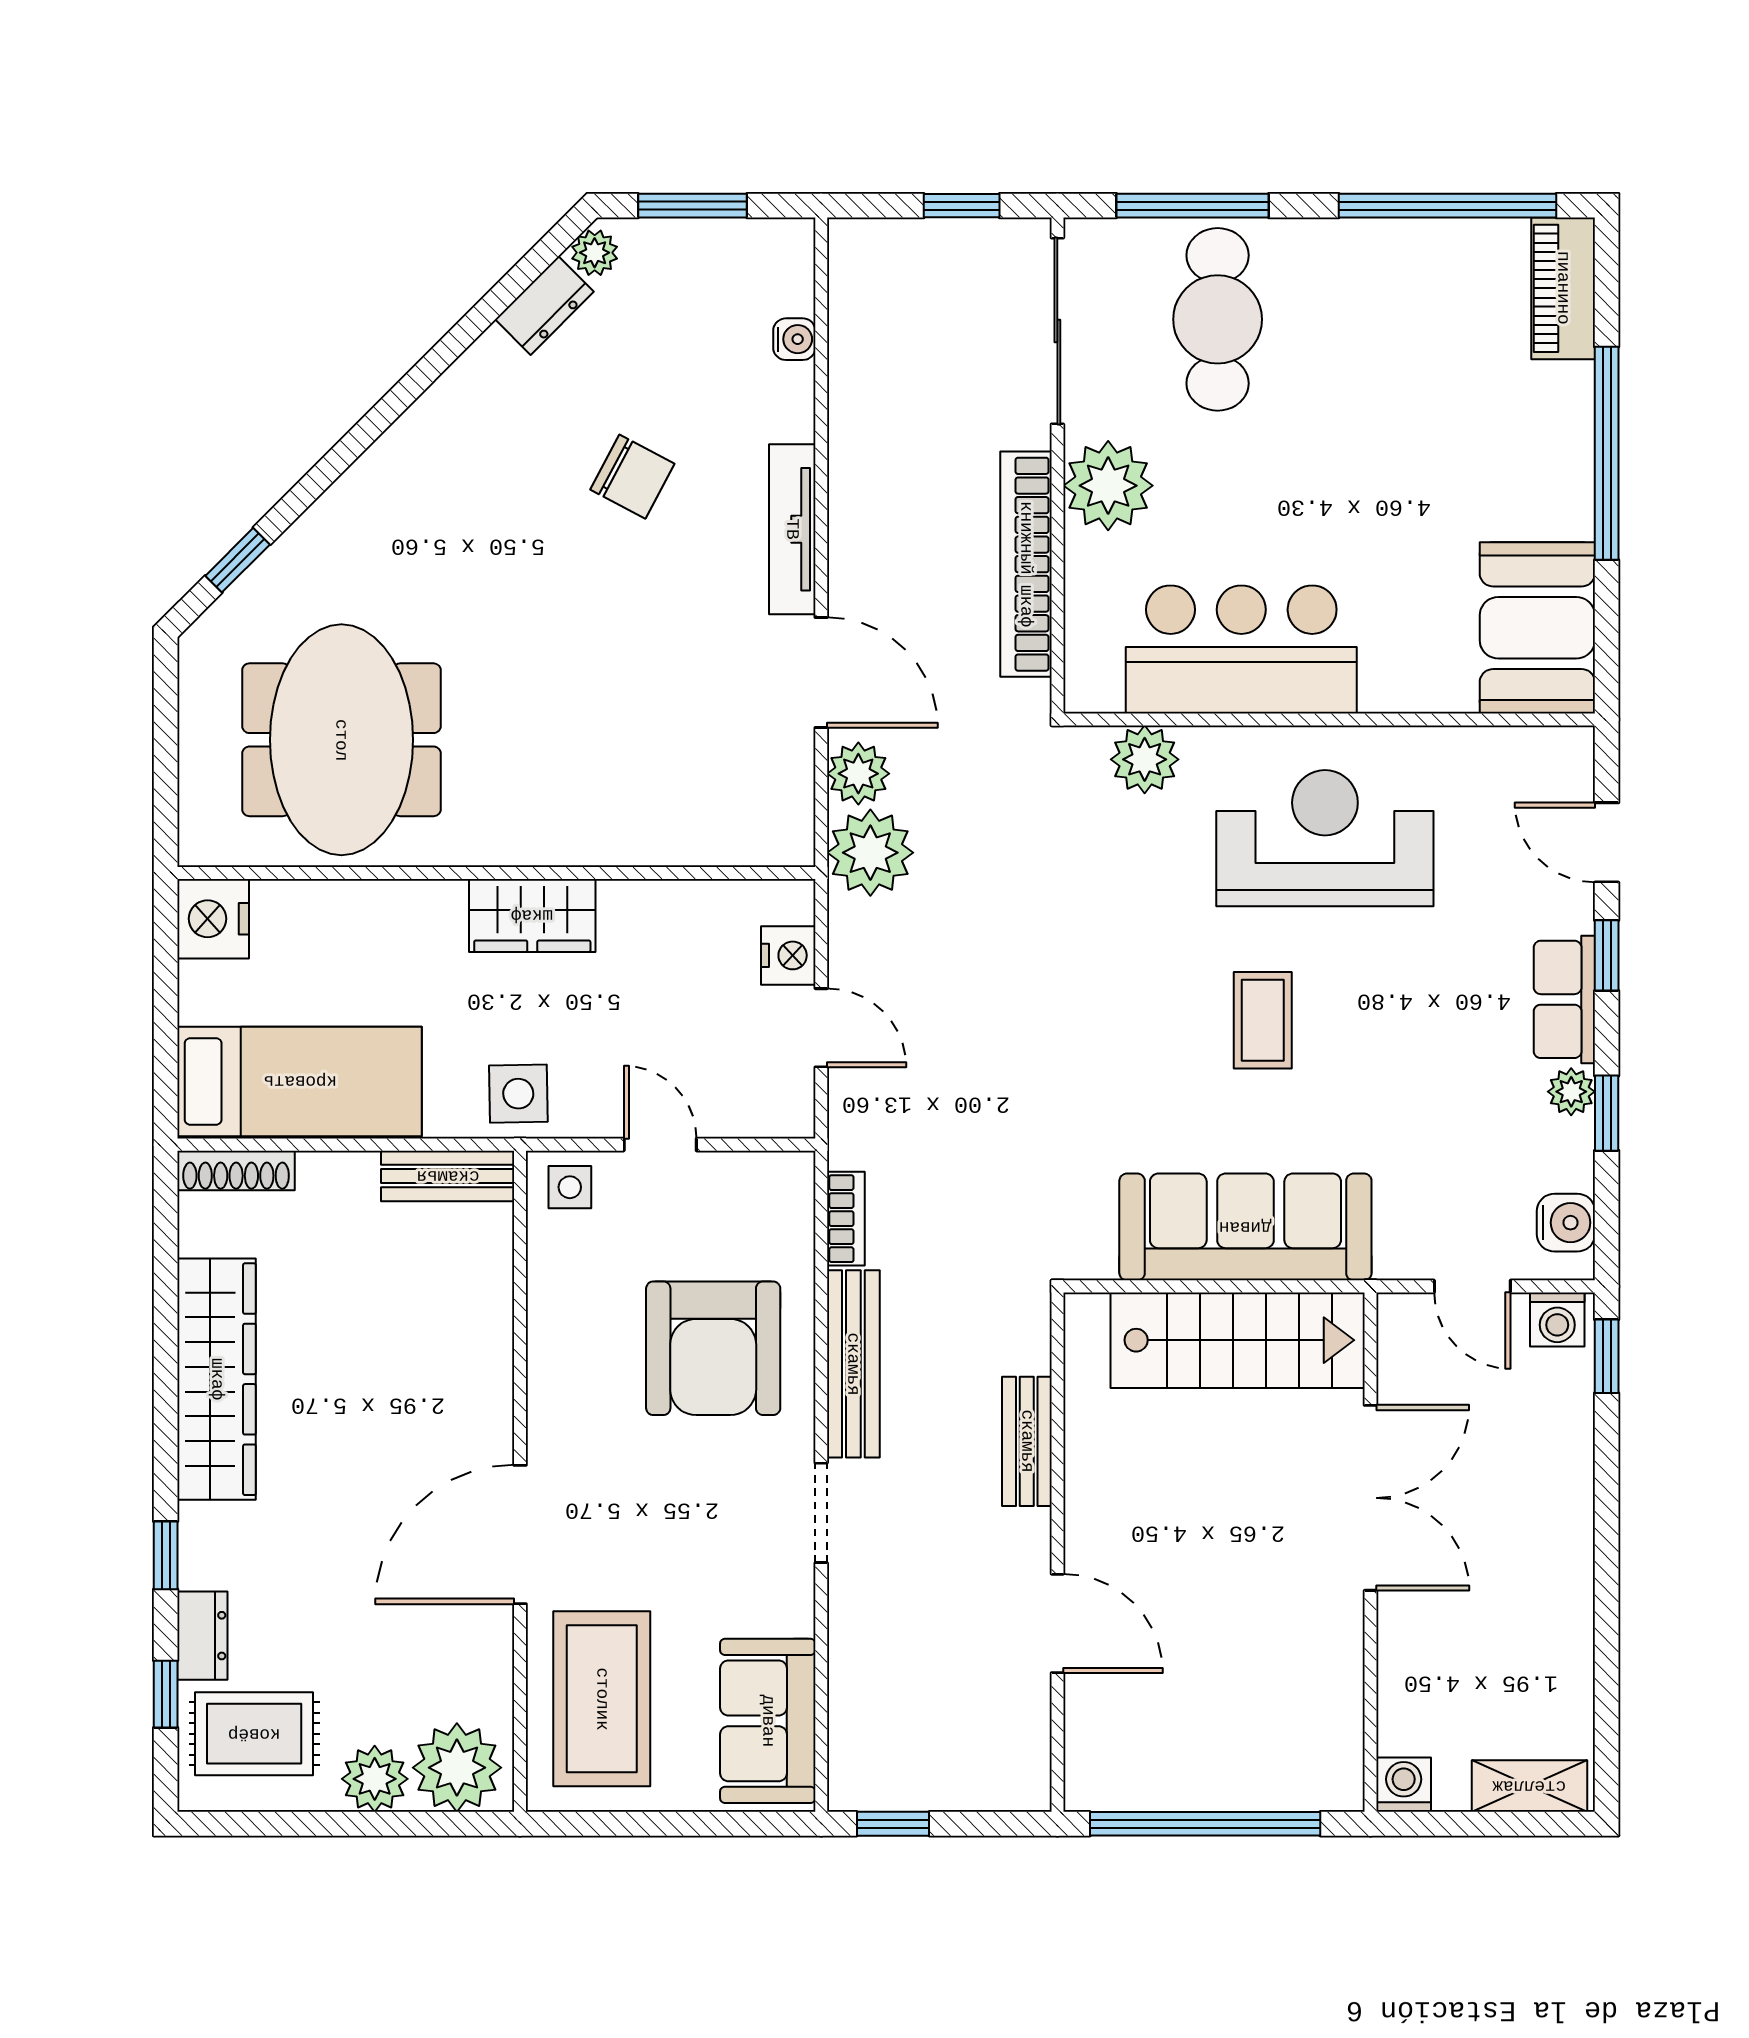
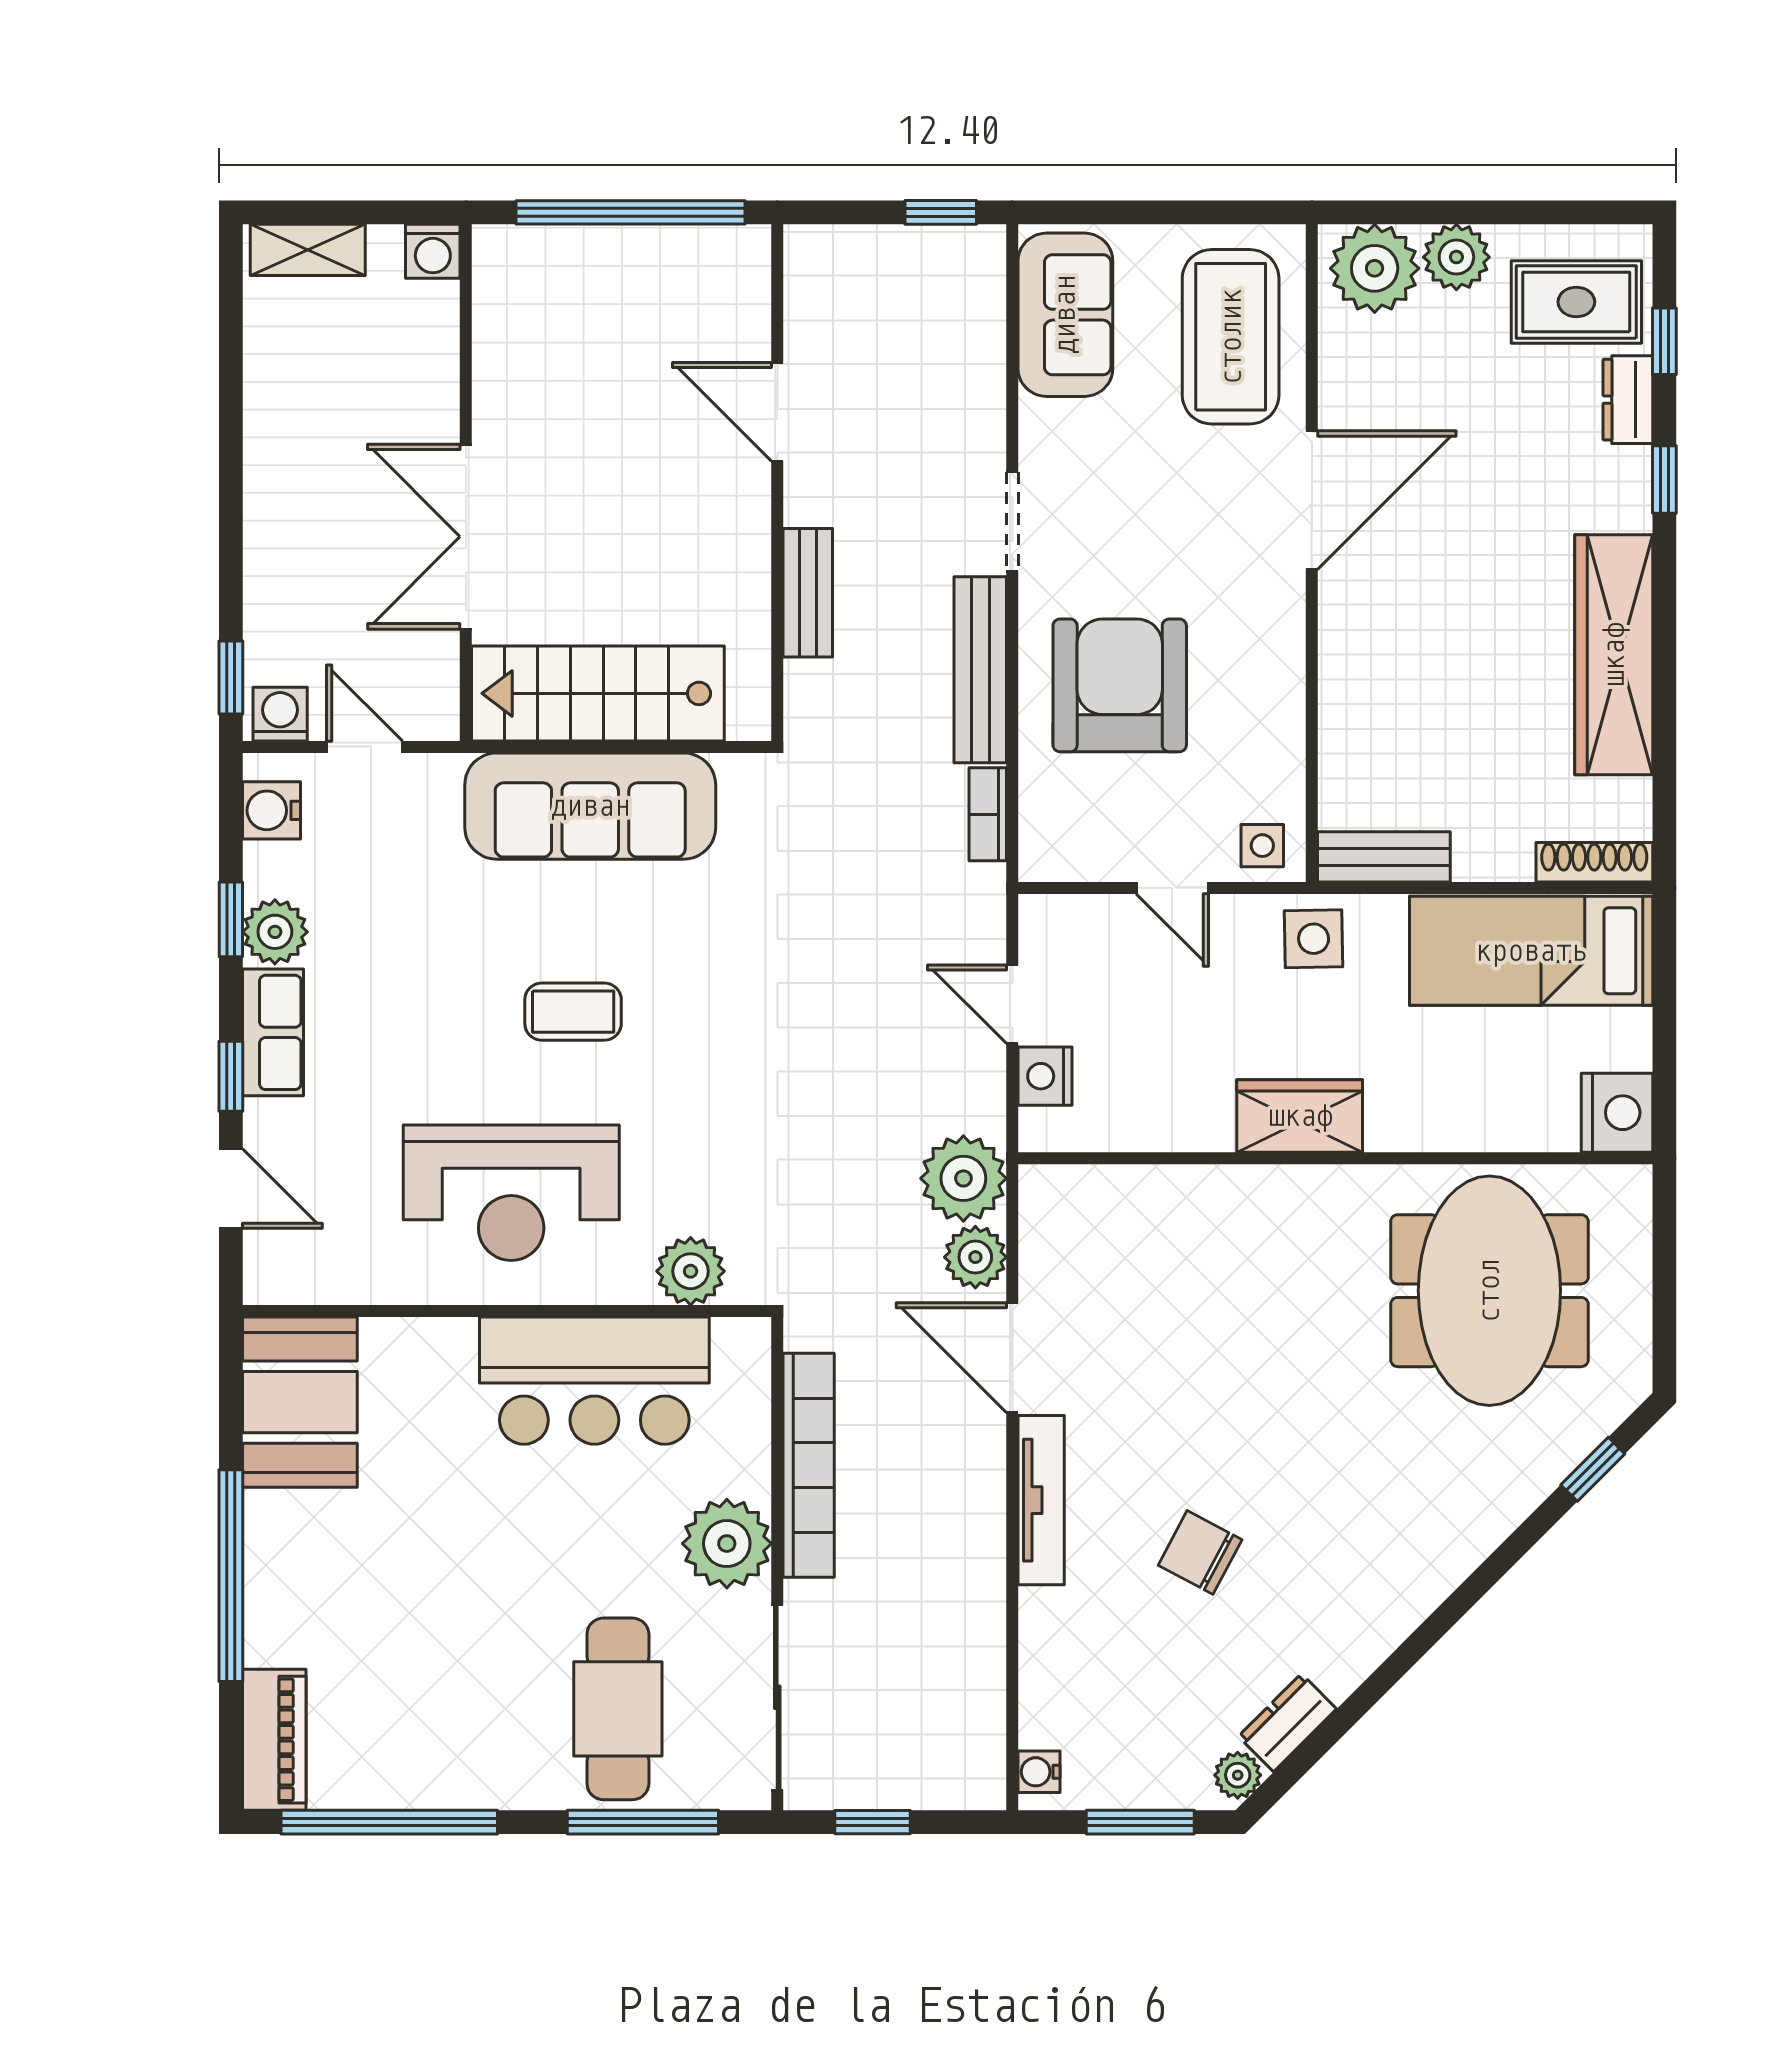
water cooler: (794, 339) -> (1039, 1772), moved
coffee table: (1263, 1020) -> (573, 1012), turned 90
plant: (1571, 1092) -> (275, 932), width x1.38, depth x1.38

